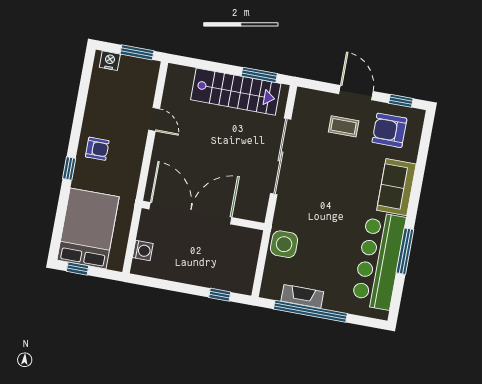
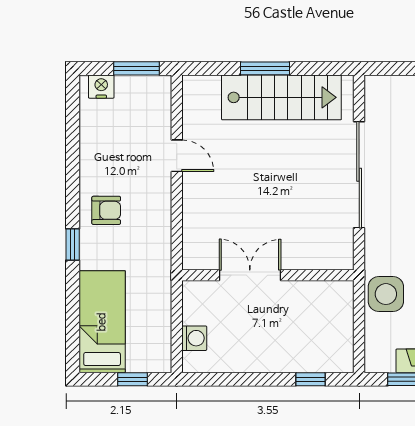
window: (259, 75) -> (265, 68), moved
double door: (190, 213) -> (250, 275), width x0.54
bed: (88, 228) -> (102, 322), width x0.67
window: (77, 269) -> (132, 379), moved

